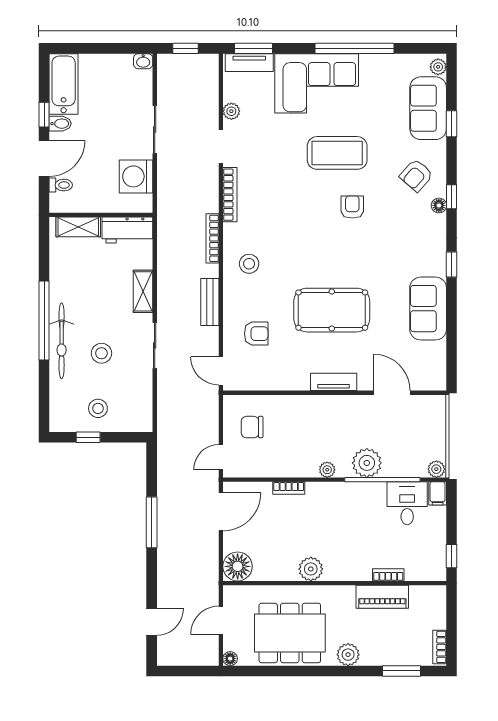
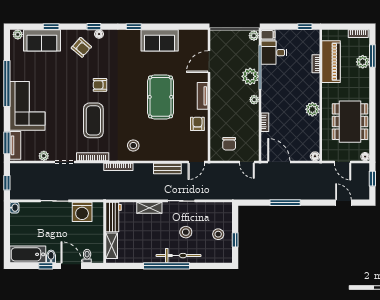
coffee table: (337, 153) -> (93, 120), moved
bench: (210, 302) -> (167, 169), moved
armchair: (256, 334) -> (197, 124), moved
floor lamp: (238, 566) -> (315, 156), width x0.53, depth x0.53
piano: (382, 597) -> (331, 62), width x1.37, depth x1.33
plant: (348, 655) -> (363, 62), moved
window: (193, 671) -> (372, 179), added

